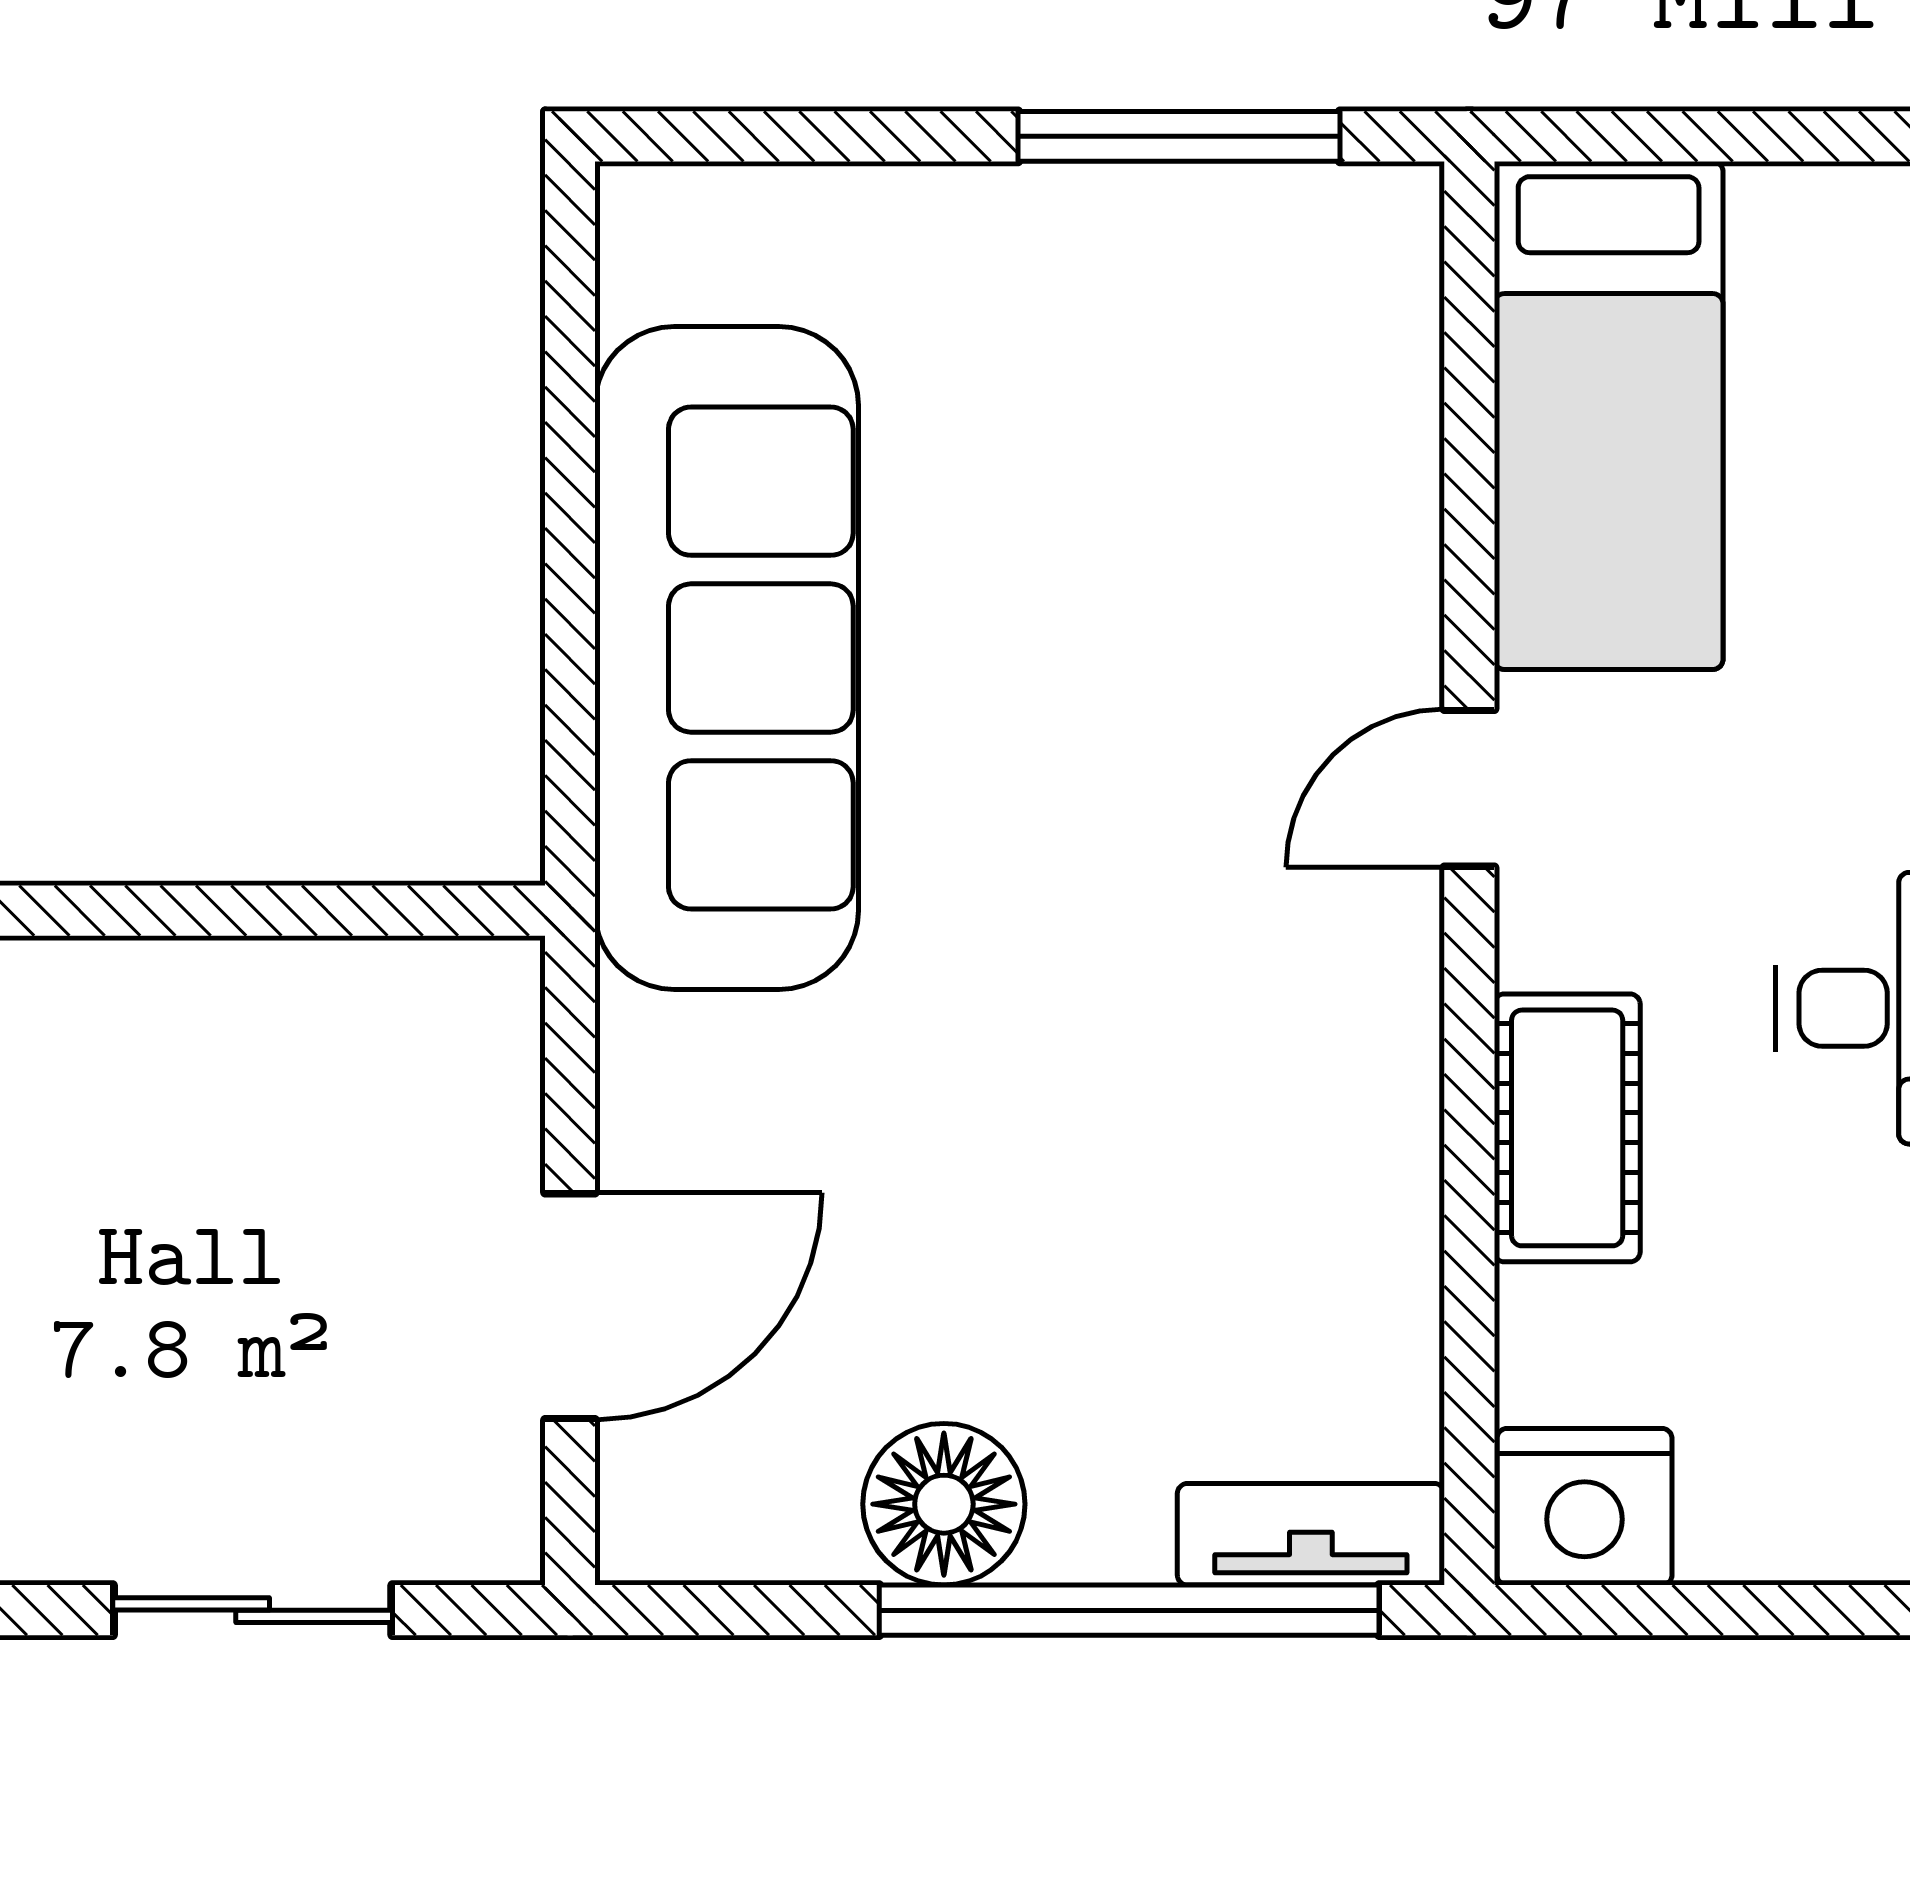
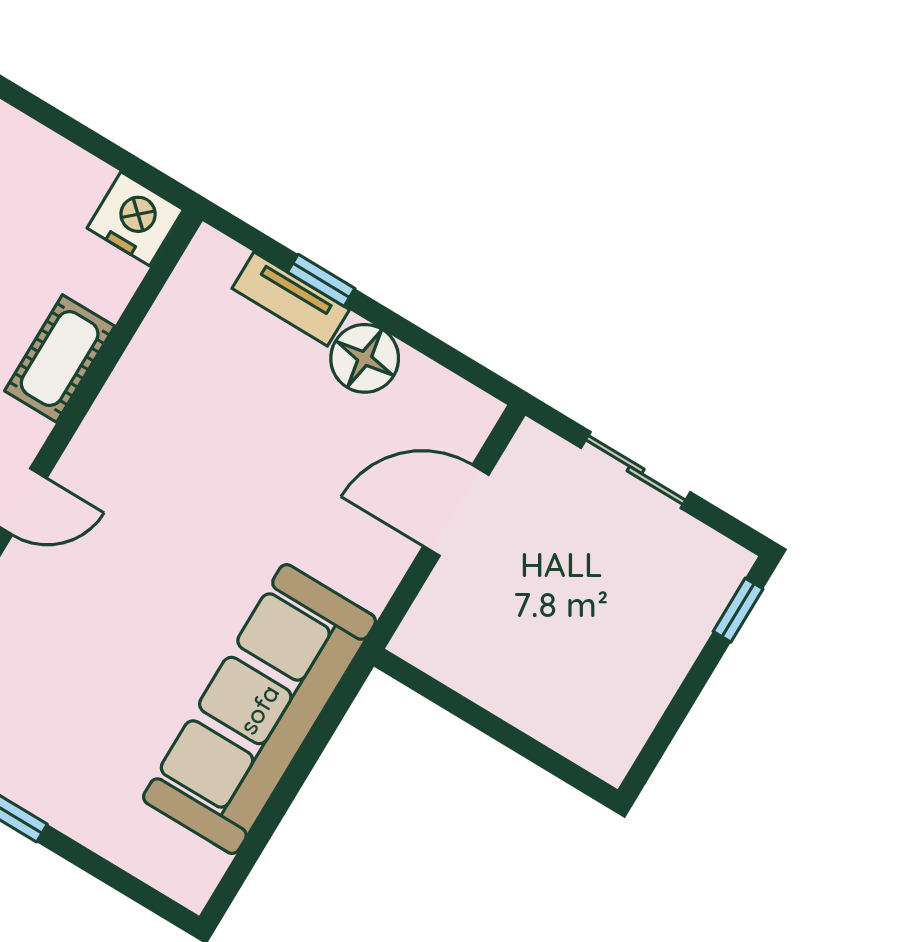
tv unit: (1311, 1534) -> (291, 299), moved
window: (1129, 1610) -> (321, 280), width x0.32

